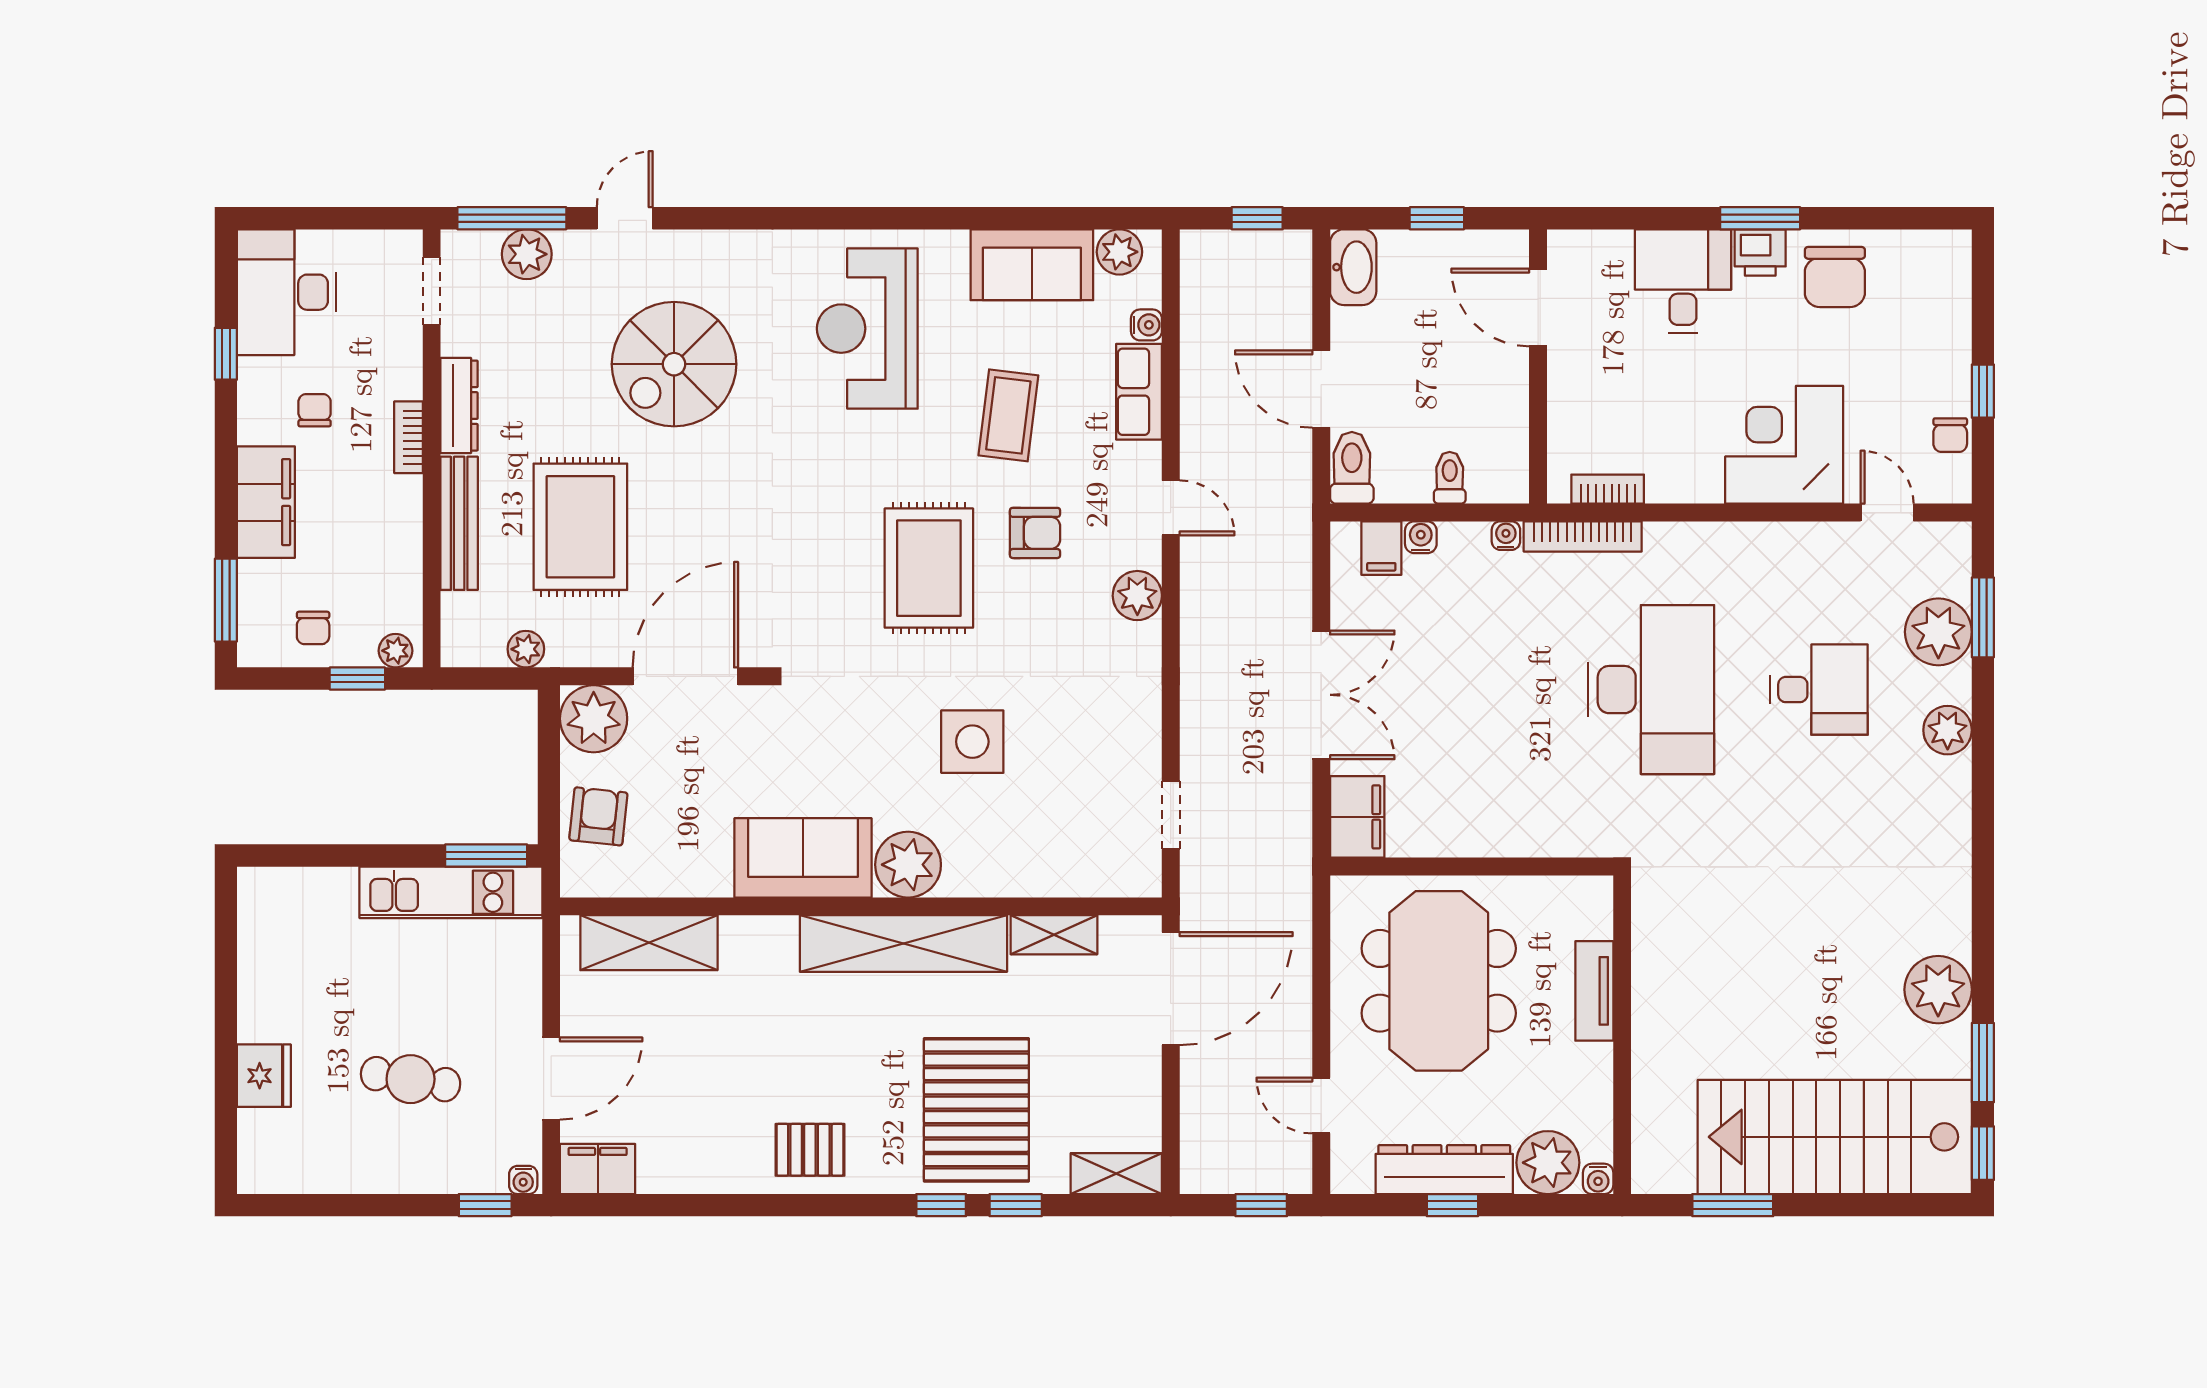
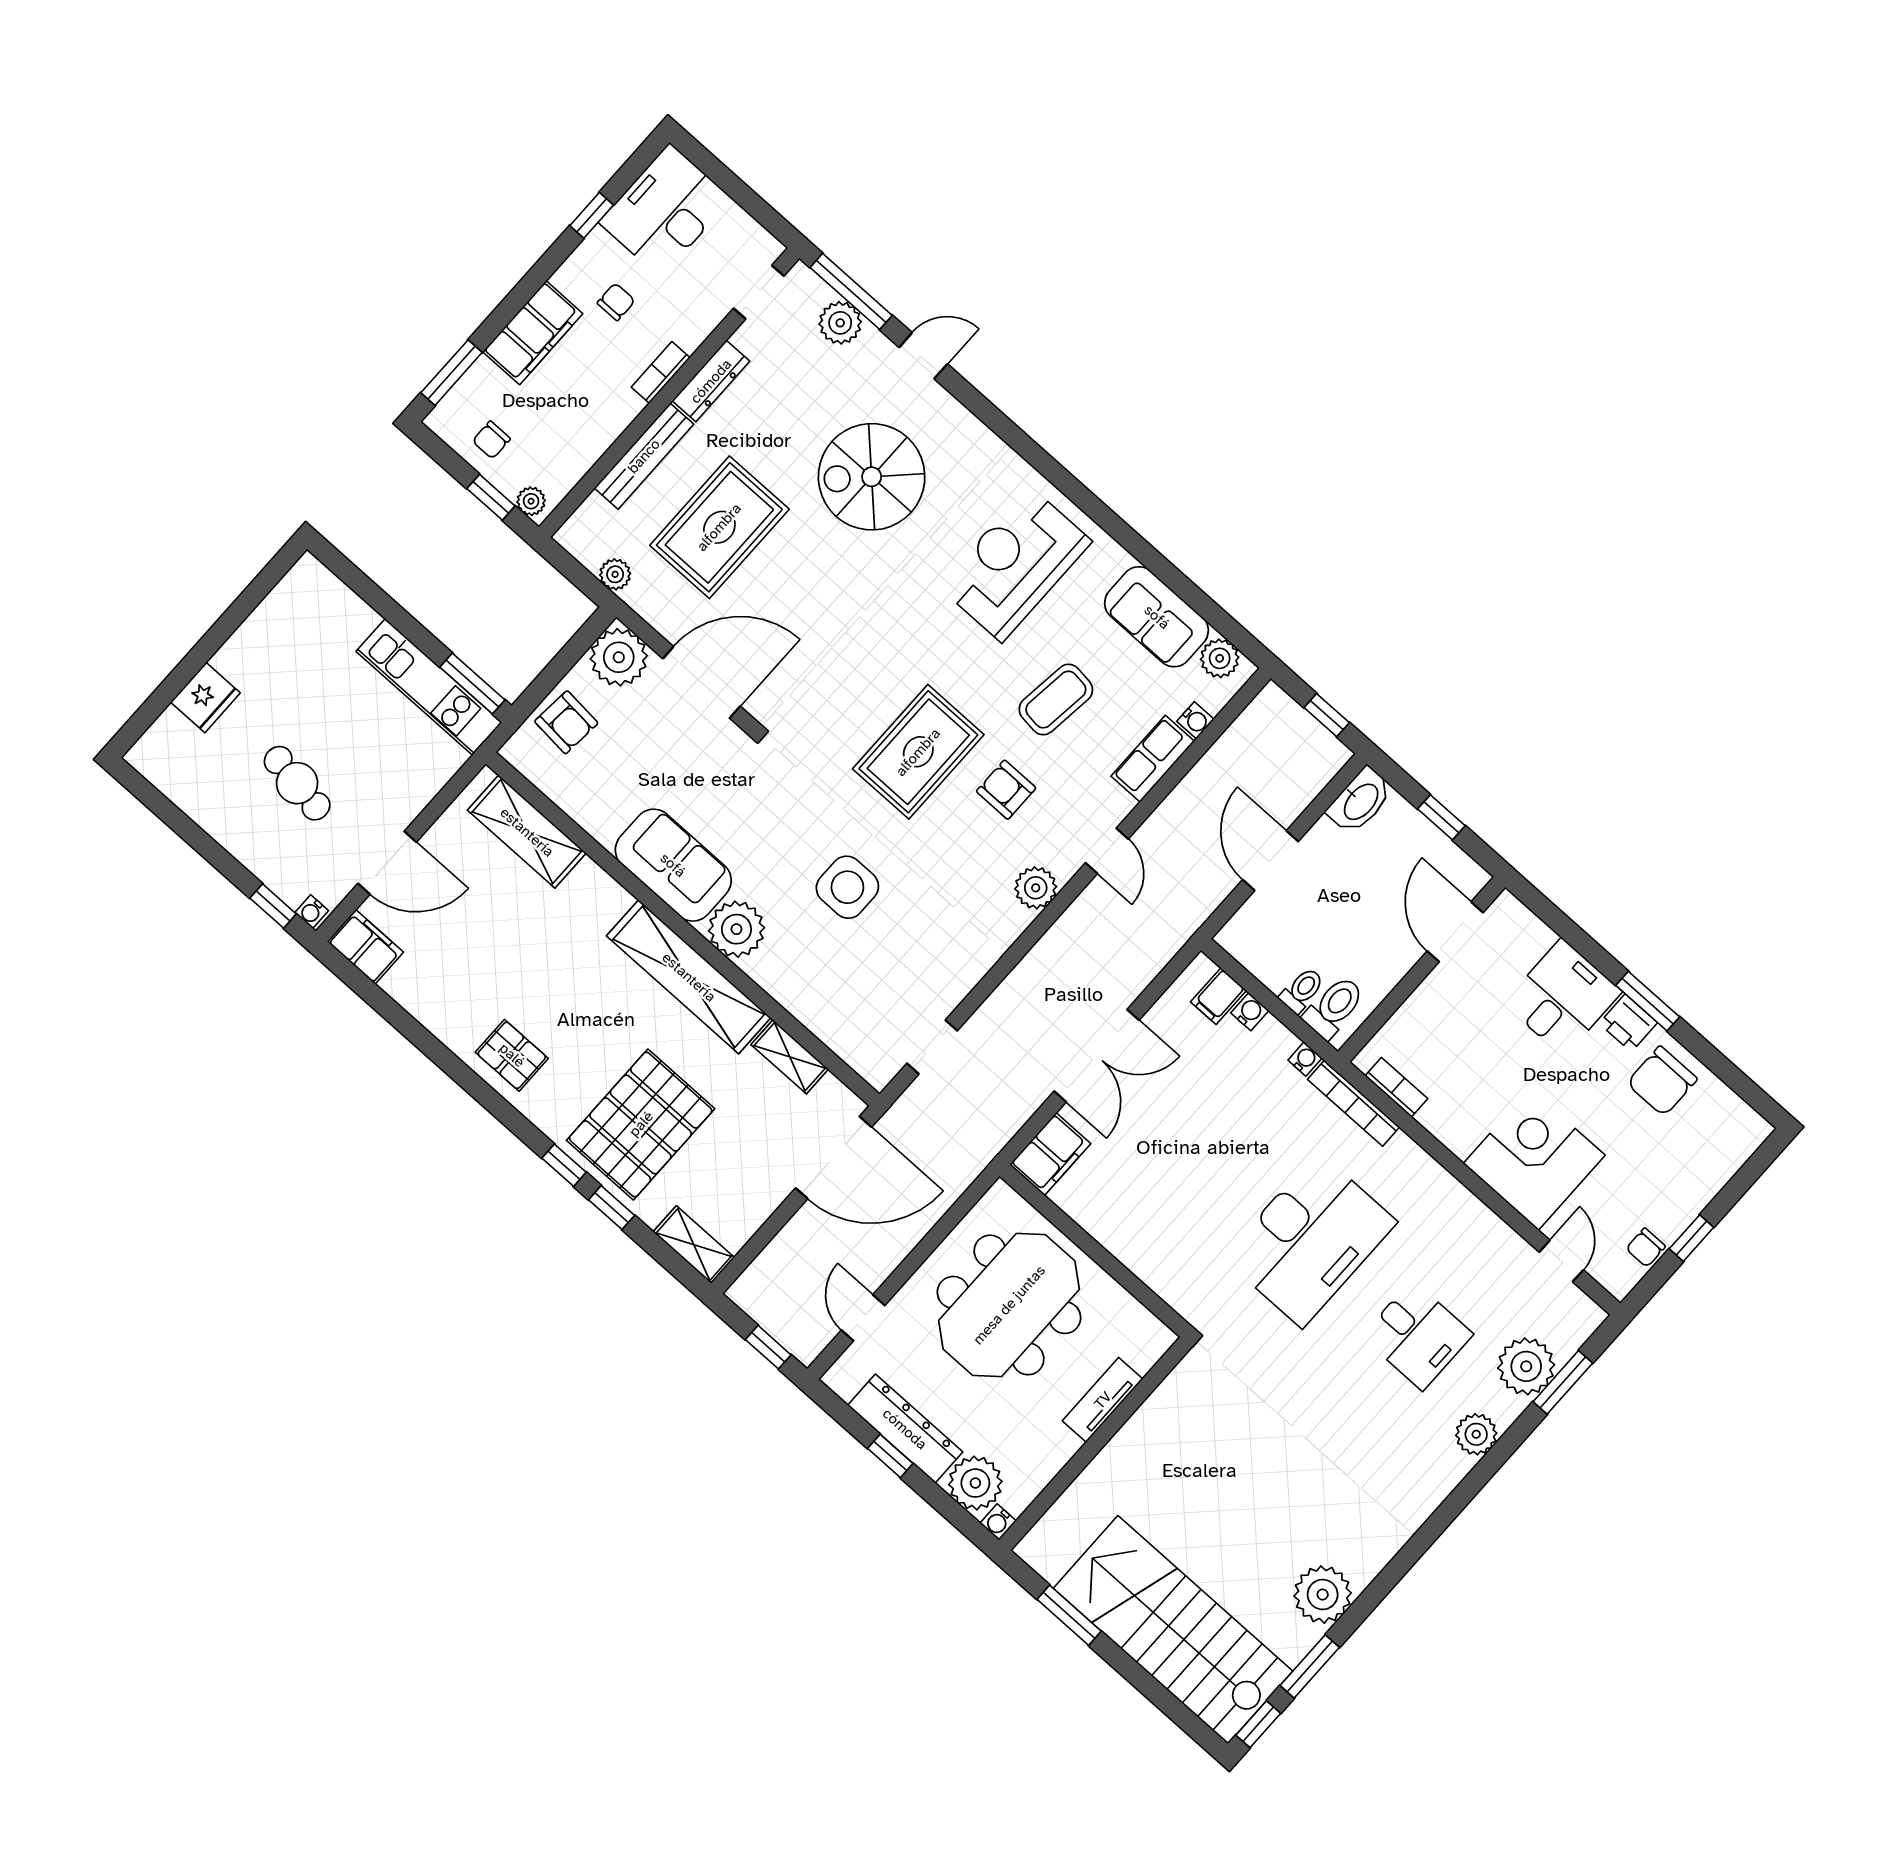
toilet: (1352, 468) -> (1334, 1007), moved
armchair: (1035, 533) -> (1006, 790), turned 180
armchair: (598, 816) -> (566, 722), turned 89

